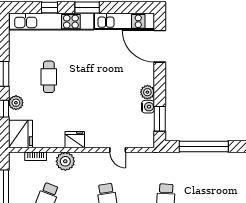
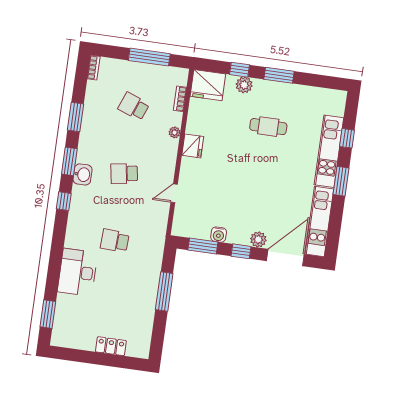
kitchen unit: (52, 22) -> (329, 151), width x0.73
window: (160, 85) -> (241, 251), added
plant: (147, 92) -> (258, 239), moved
window: (204, 147) -> (164, 292), width x0.68
plant: (65, 161) -> (175, 132), width x0.53, depth x0.53

